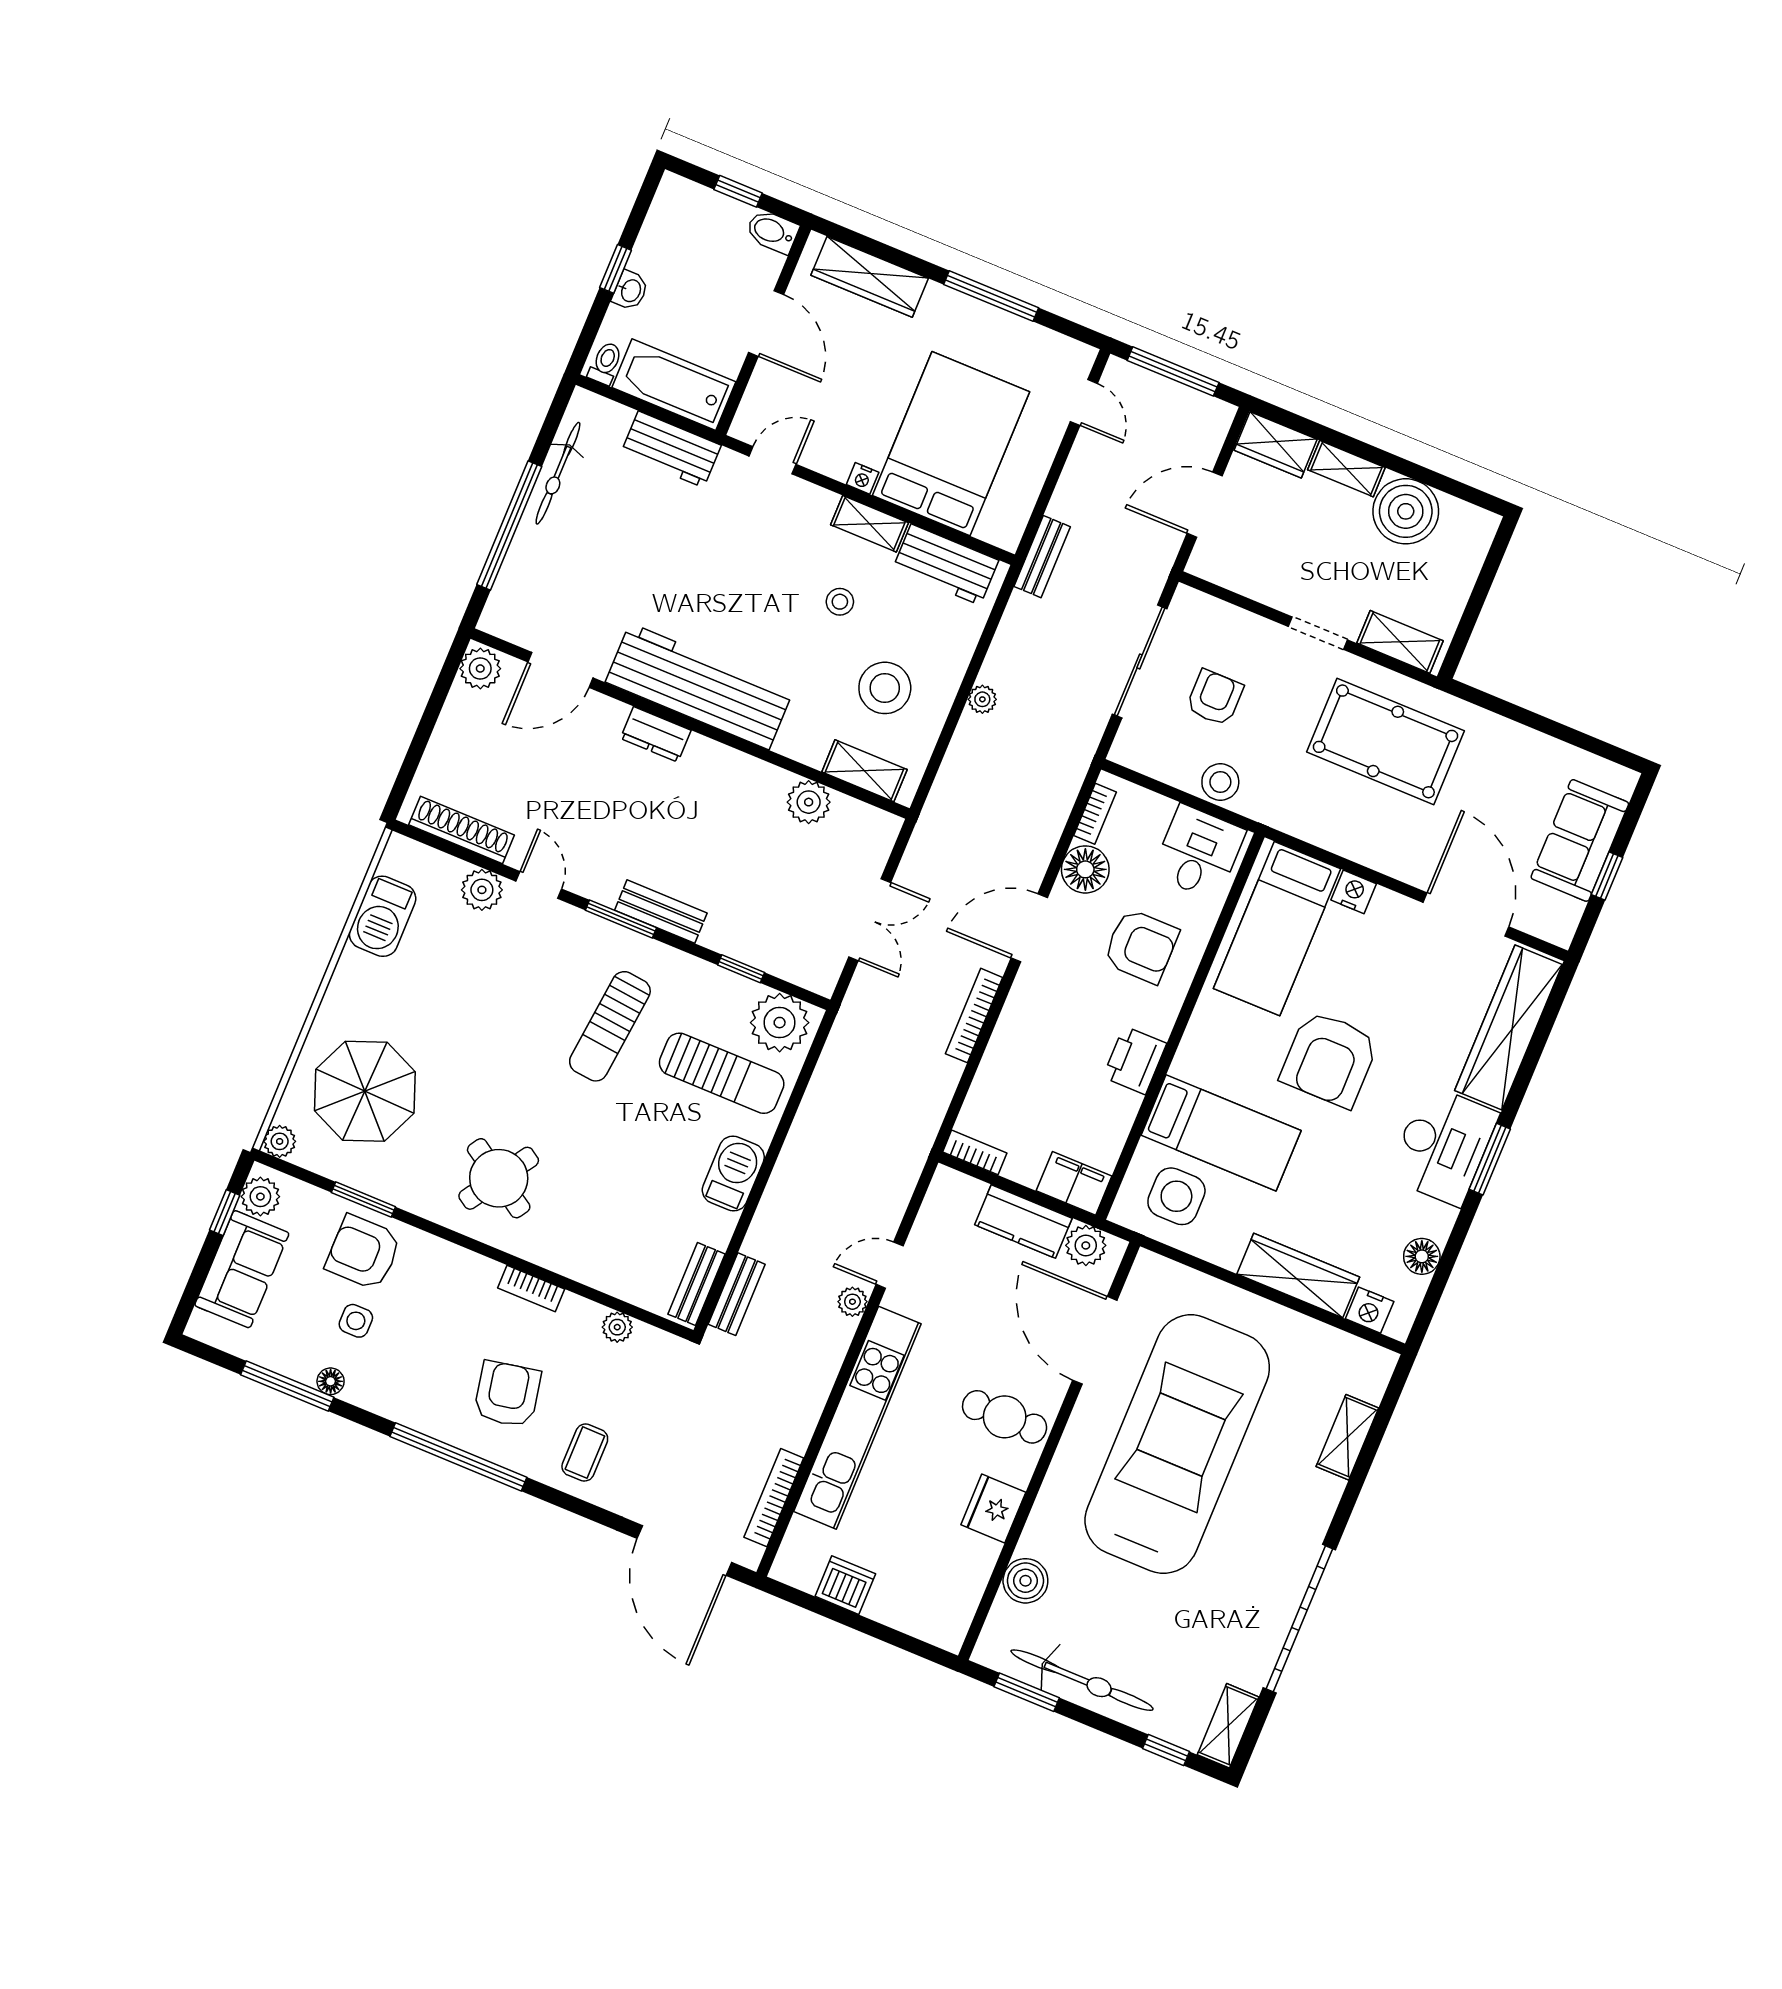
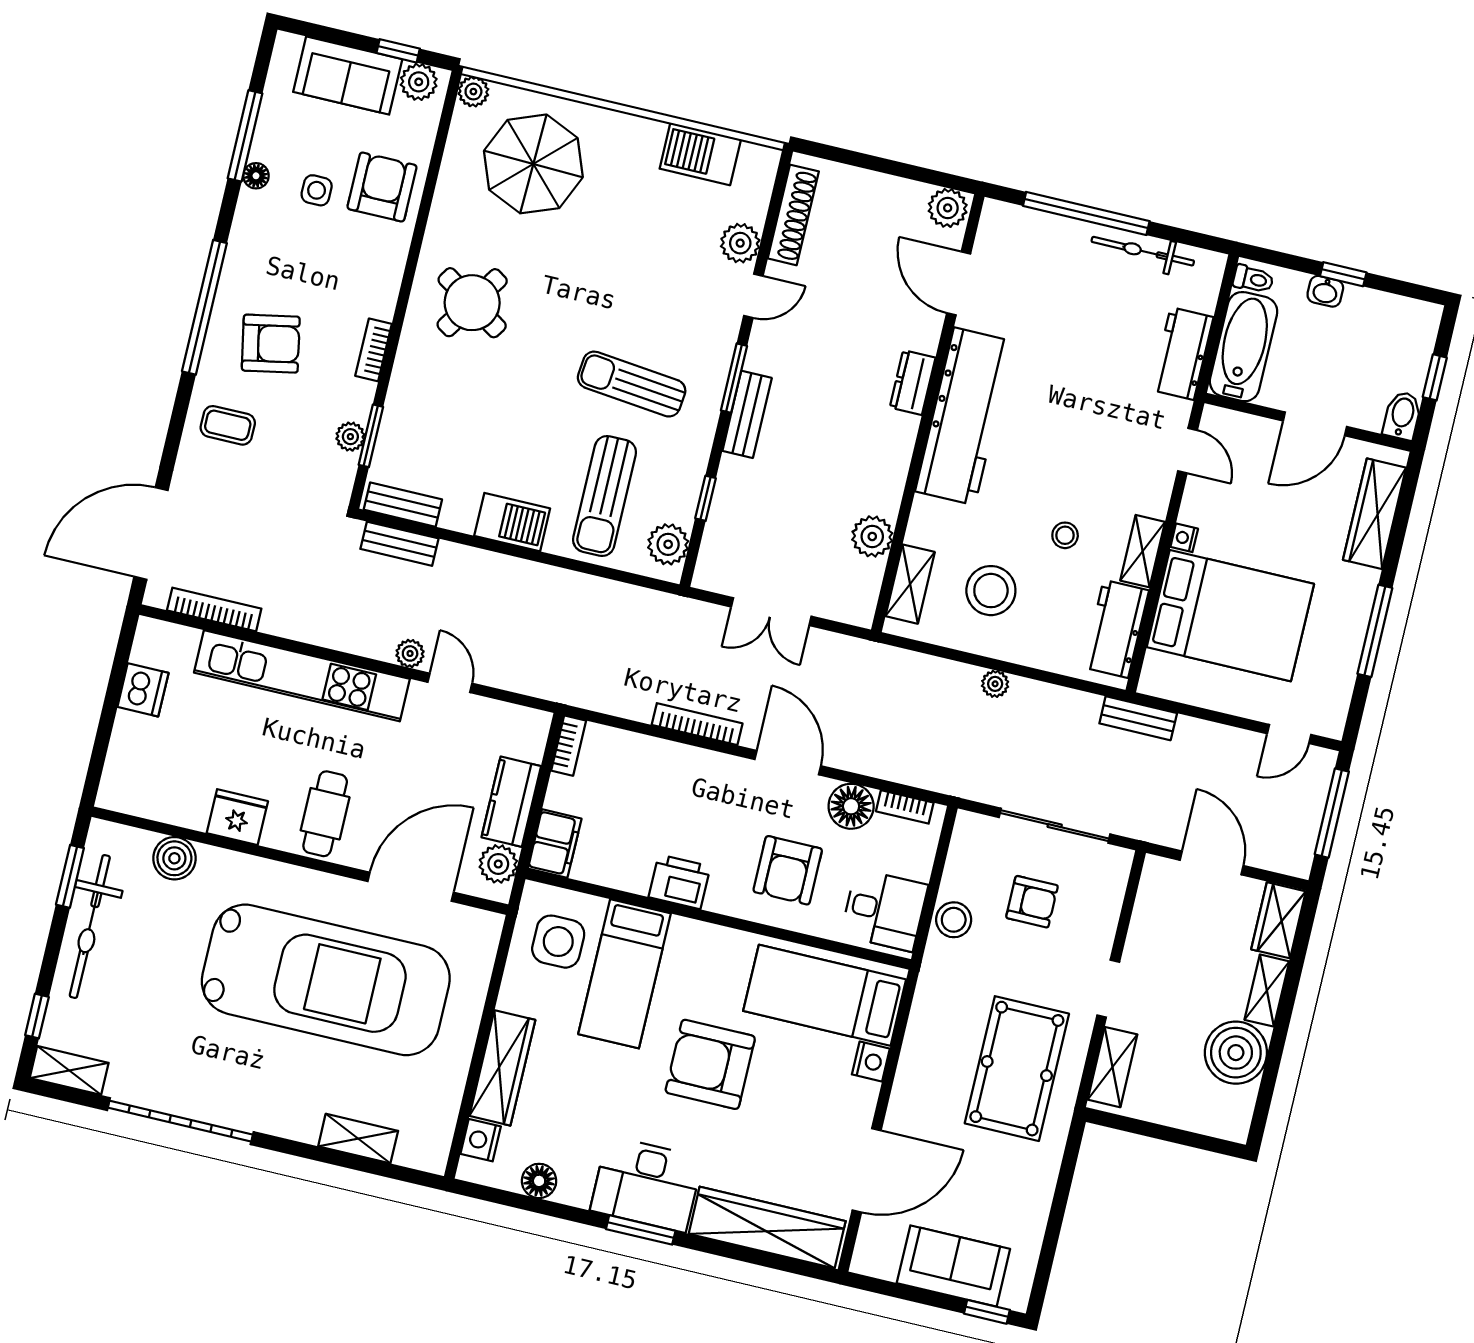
window: (1607, 876) -> (987, 1312), moved
plant: (780, 1023) -> (668, 544), width x0.73, depth x0.73
window: (363, 1200) -> (371, 436), moved

